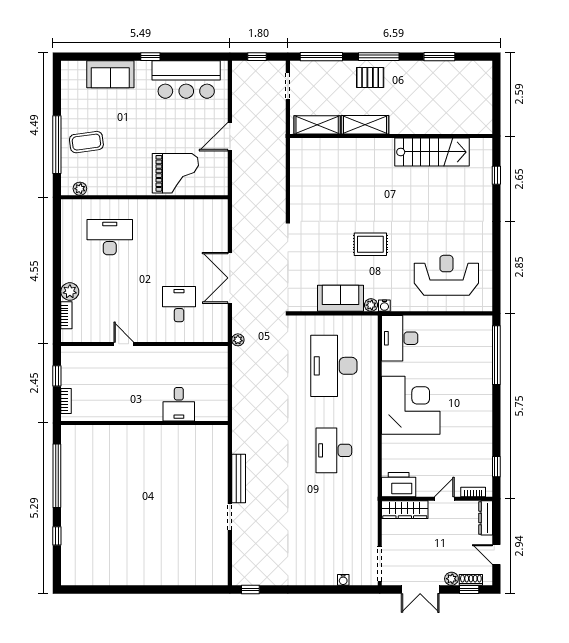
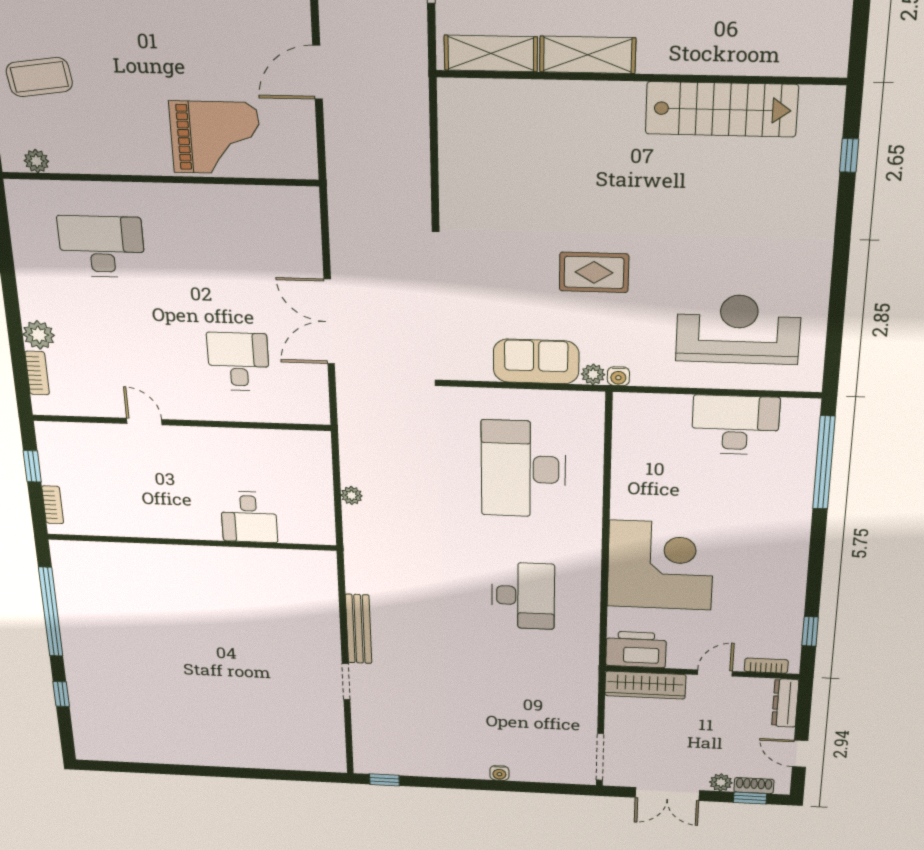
desk: (400, 338) -> (735, 425), moved, turned 90
plant: (238, 340) -> (352, 495), moved
corner desk: (411, 405) -> (660, 565), moved
desk: (334, 450) -> (523, 596), turned 180
water cooler: (343, 580) -> (499, 773), moved

